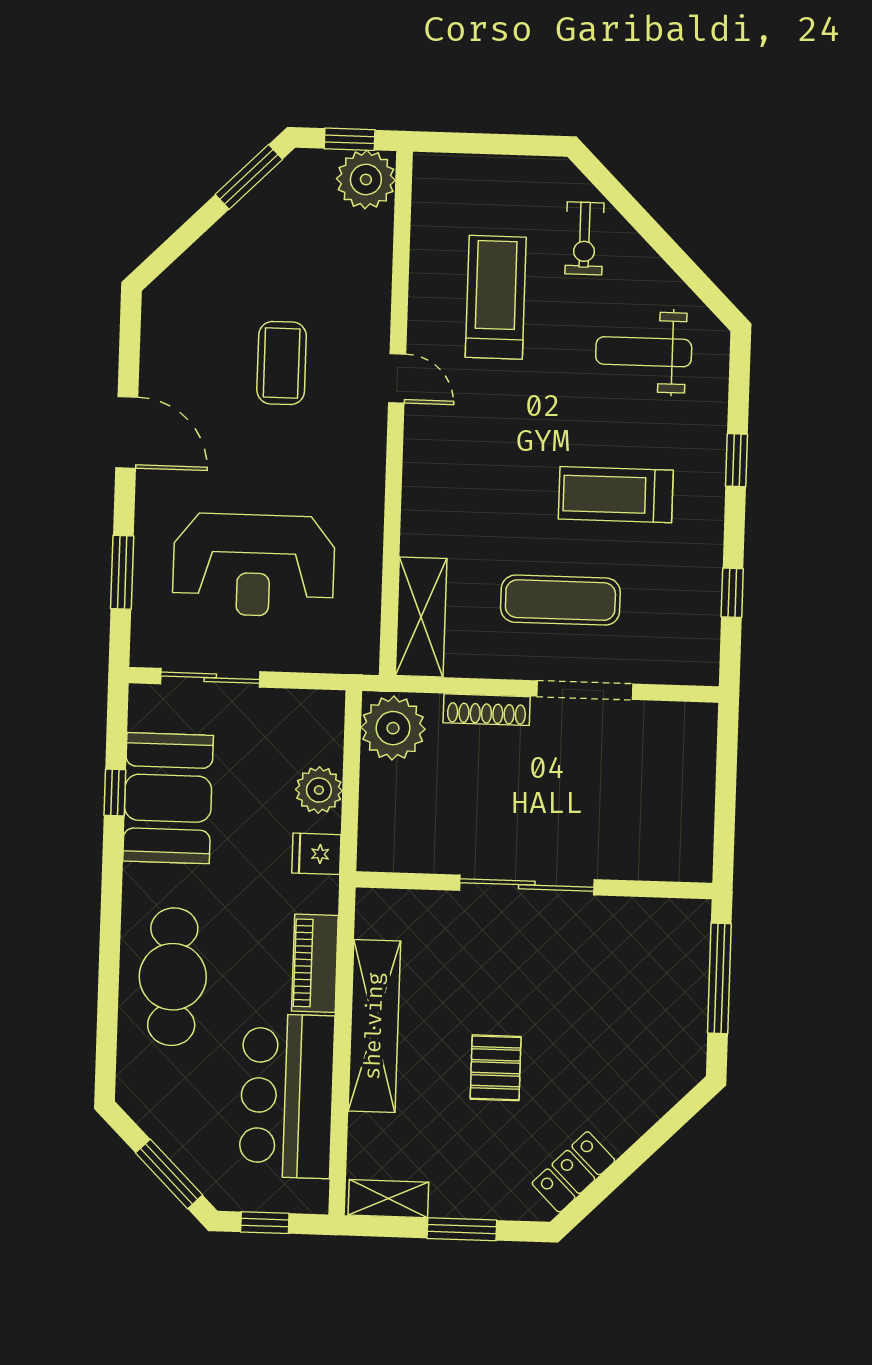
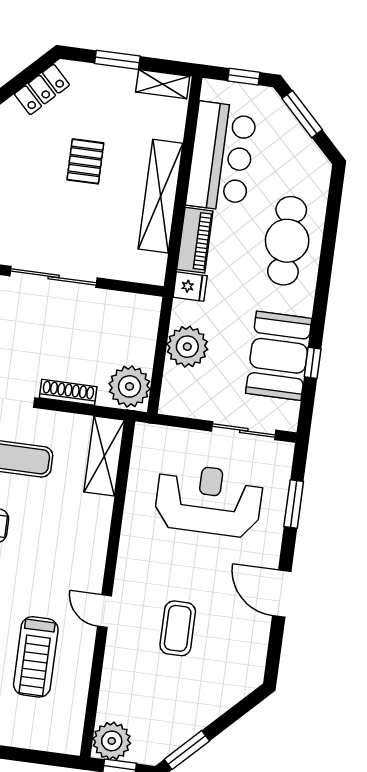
plant: (319, 790) -> (187, 347), width x1.36, depth x1.36
fridge: (316, 854) -> (190, 287), moved

